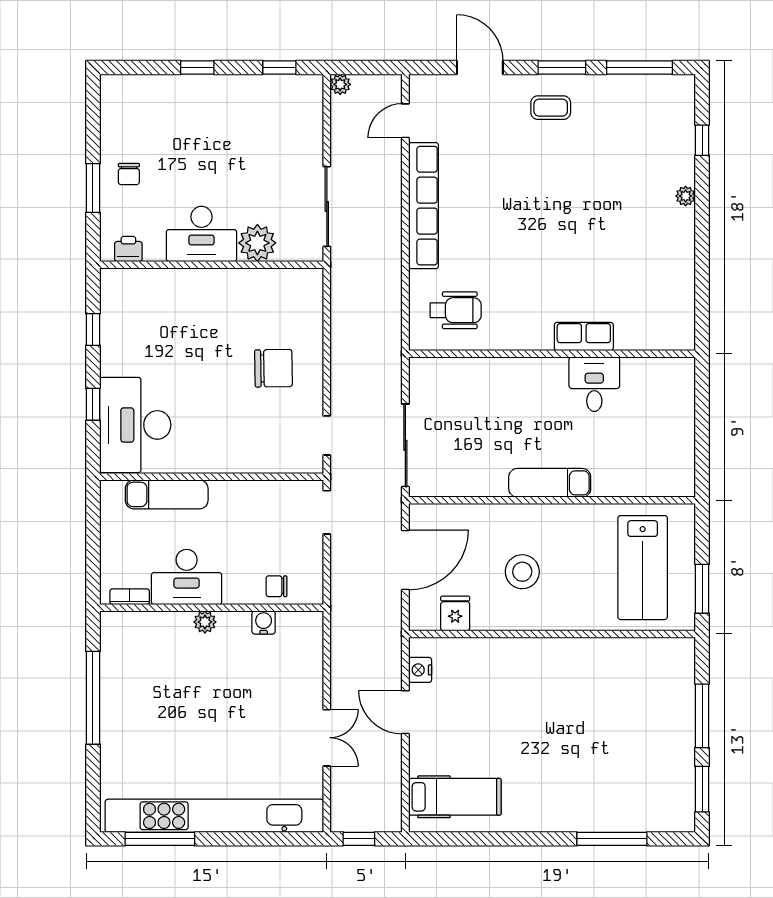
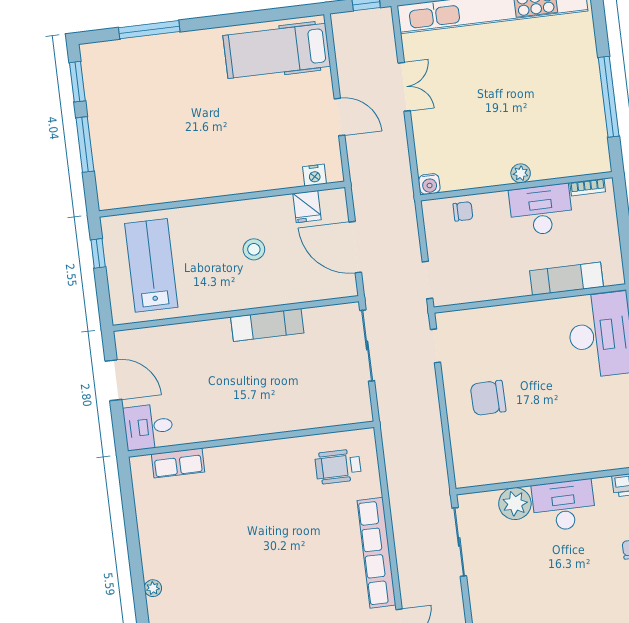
row of seats: (584, 336) -> (178, 463), moved
desk: (594, 384) -> (148, 427), moved, turned 90
door: (702, 441) -> (113, 380), added
exam couch: (550, 483) -> (267, 325), moved
door: (405, 560) -> (355, 247), hinge flipped
stool: (522, 572) -> (254, 249), width x0.73, depth x0.73
window: (702, 589) -> (98, 253), width x0.67
water cooler: (264, 622) -> (429, 184), moved
nightstand: (420, 670) -> (315, 175), moved, turned 90
double door: (327, 738) -> (404, 87), swing flipped
hospital bed: (455, 797) -> (277, 51), width x1.37, depth x1.29

